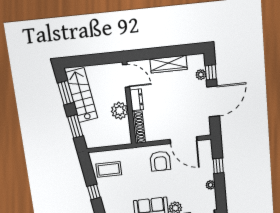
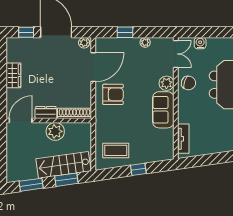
wardrobe: (169, 64) -> (13, 75), width x0.67
plant: (201, 75) -> (84, 43), moved
stairs: (82, 95) -> (63, 165), moved
coffee table: (109, 169) -> (116, 150), turned 90

